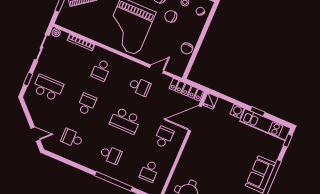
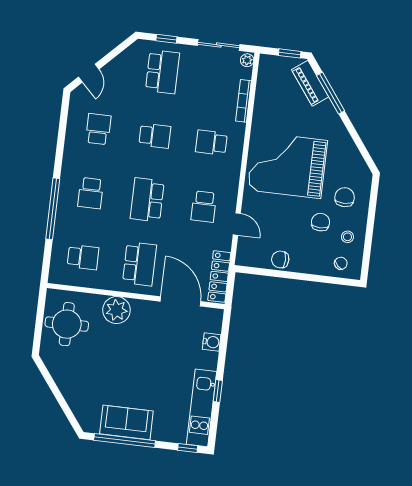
fridge: (210, 101) -> (213, 317), removed
water cooler: (237, 111) -> (212, 342), moved
school desk: (164, 137) -> (140, 264), width x1.85
plant: (188, 160) -> (116, 310), added
school desk: (149, 171) -> (83, 257), turned 180

